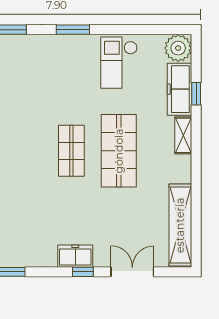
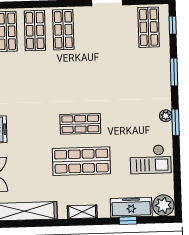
plant: (64, 42) -> (166, 116), added
checkout: (119, 63) -> (151, 159), turned 180
shelving: (183, 135) -> (82, 212), moved

